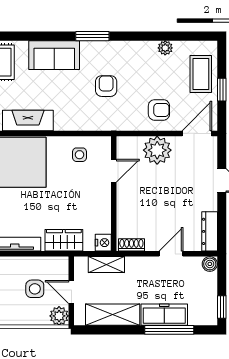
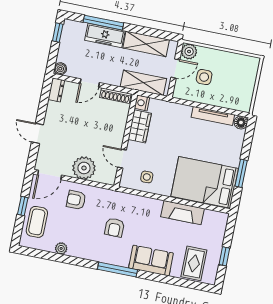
window: (92, 36) -> (117, 270), width x1.44
door: (114, 171) -> (122, 159), hinge flipped
dresser: (210, 231) -> (56, 90), width x0.70
wardrobe: (64, 240) -> (140, 126), moved, turned -90
shoe rack: (131, 245) -> (115, 96), width x1.43
shelving: (106, 265) -> (143, 83), width x1.50, depth x1.33
door: (71, 292) -> (175, 69), hinge flipped

